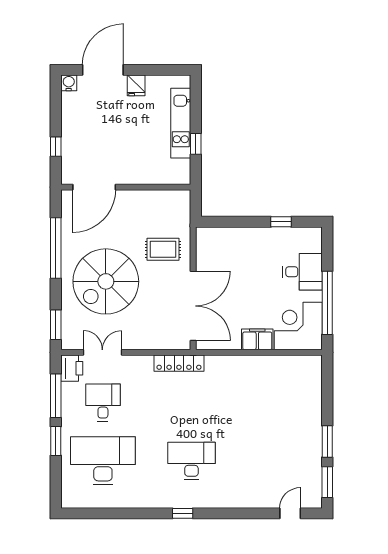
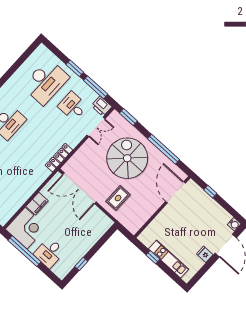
desk: (103, 403) -> (73, 106), turned 180

